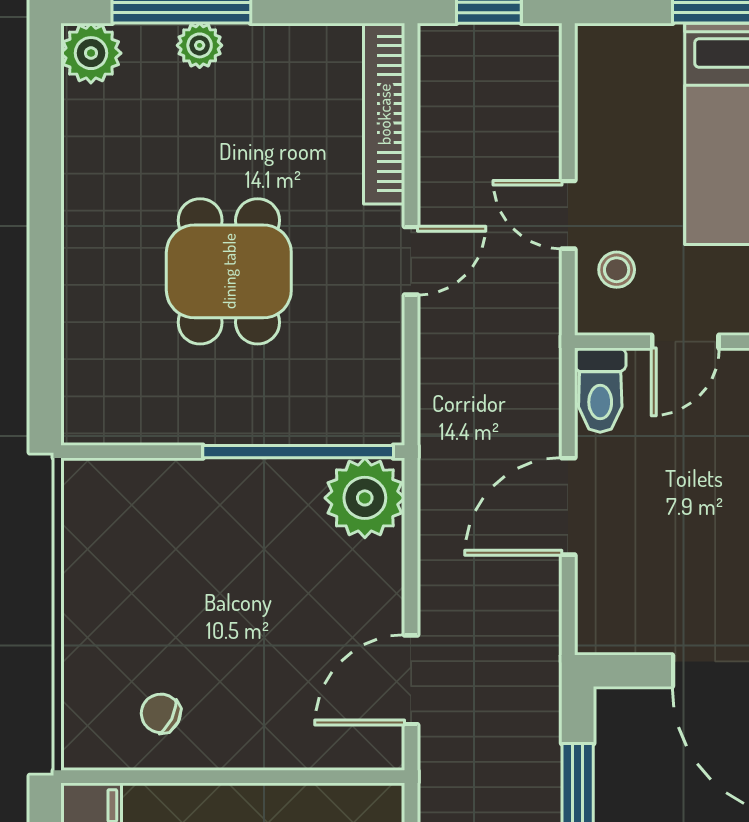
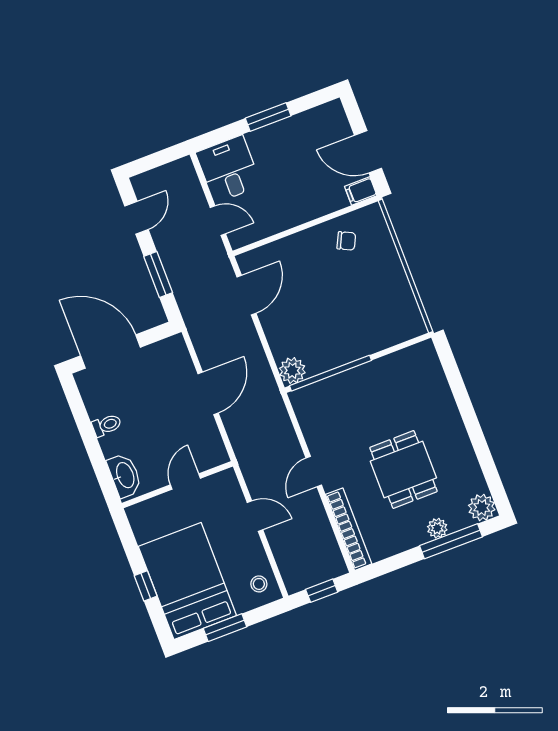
stool: (617, 270) -> (259, 584), moved
dining table: (229, 271) -> (403, 469), moved
toilet: (600, 390) -> (213, 447), removed
plant: (365, 498) -> (292, 371), width x0.73, depth x0.73

